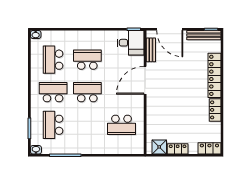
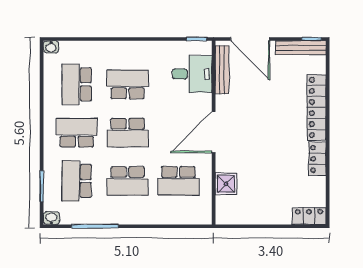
desk: (131, 43) -> (192, 74), moved
bench: (151, 50) -> (222, 70), width x1.36
door: (145, 80) -> (214, 132), moved
school desk: (87, 92) -> (128, 133), turned 180
school desk: (87, 125) -> (128, 181), added
shower: (159, 147) -> (226, 184), moved
locker: (178, 149) -> (262, 217), removed

